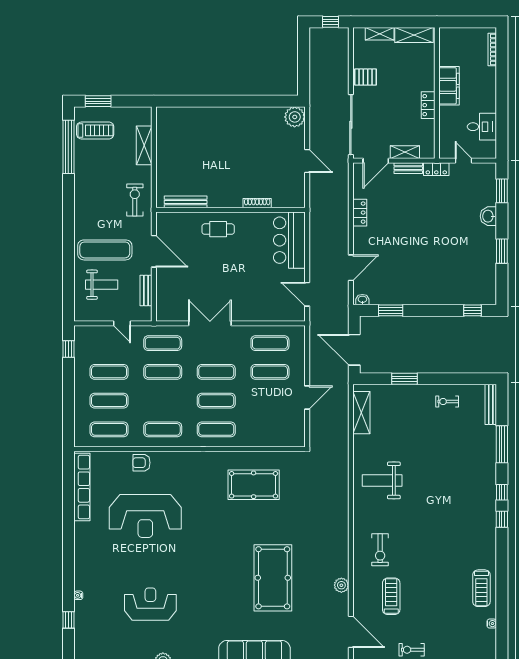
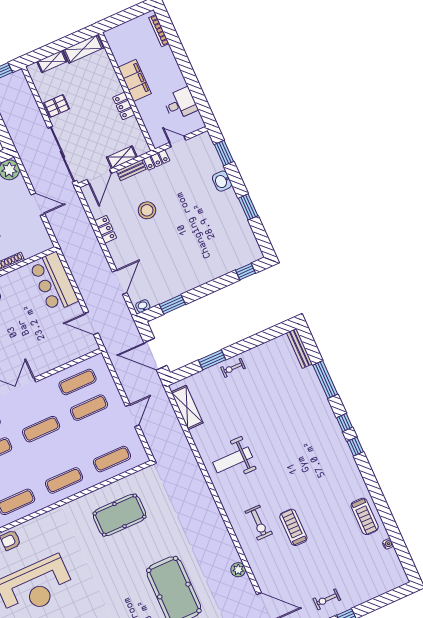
stool: (406, 212) -> (147, 210), added
exercise mat: (216, 401) -> (112, 459), moved
exercise bike: (447, 402) -> (233, 368), moved
treadmill: (391, 596) -> (293, 527), moved

